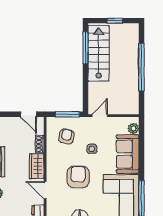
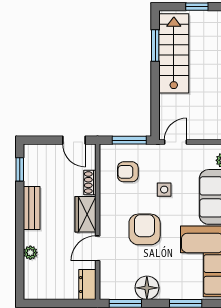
window: (86, 48) -> (155, 45), width x0.69
armchair: (66, 136) -> (128, 172), turned -101
door: (45, 190) -> (98, 248), hinge flipped

